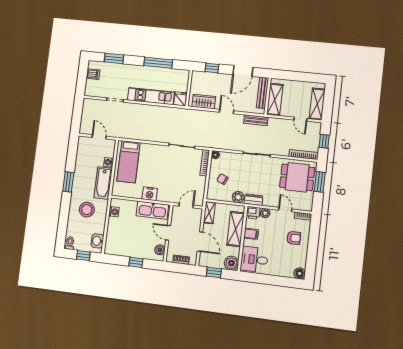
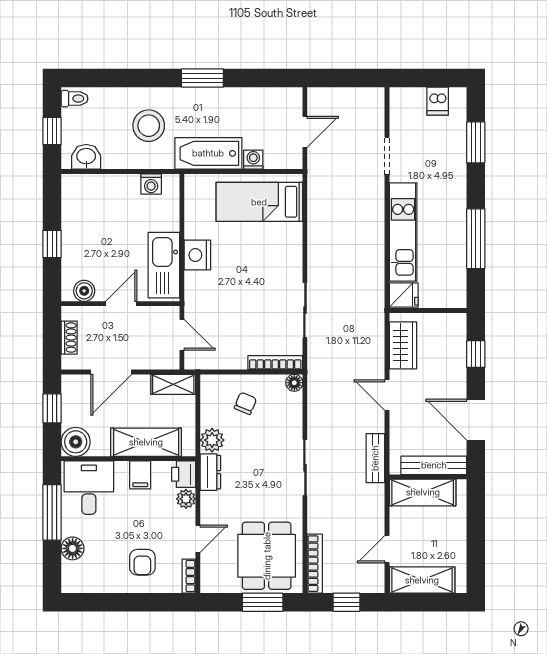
door: (226, 112) -> (387, 395), swing flipped
floor lamp: (300, 273) -> (73, 548), moved
window: (264, 279) -> (52, 512), added

